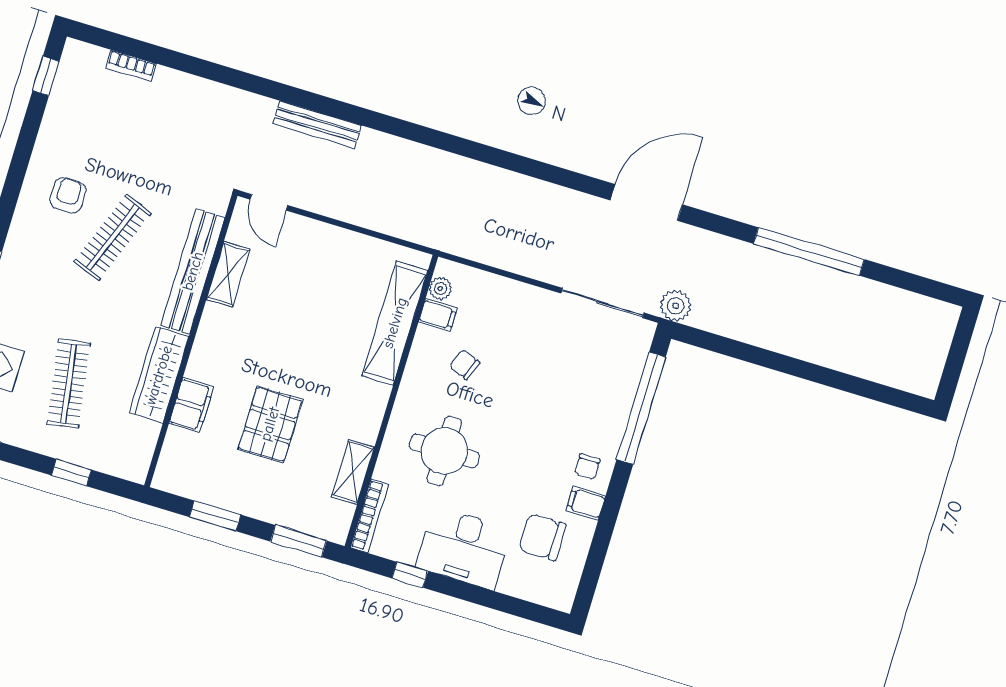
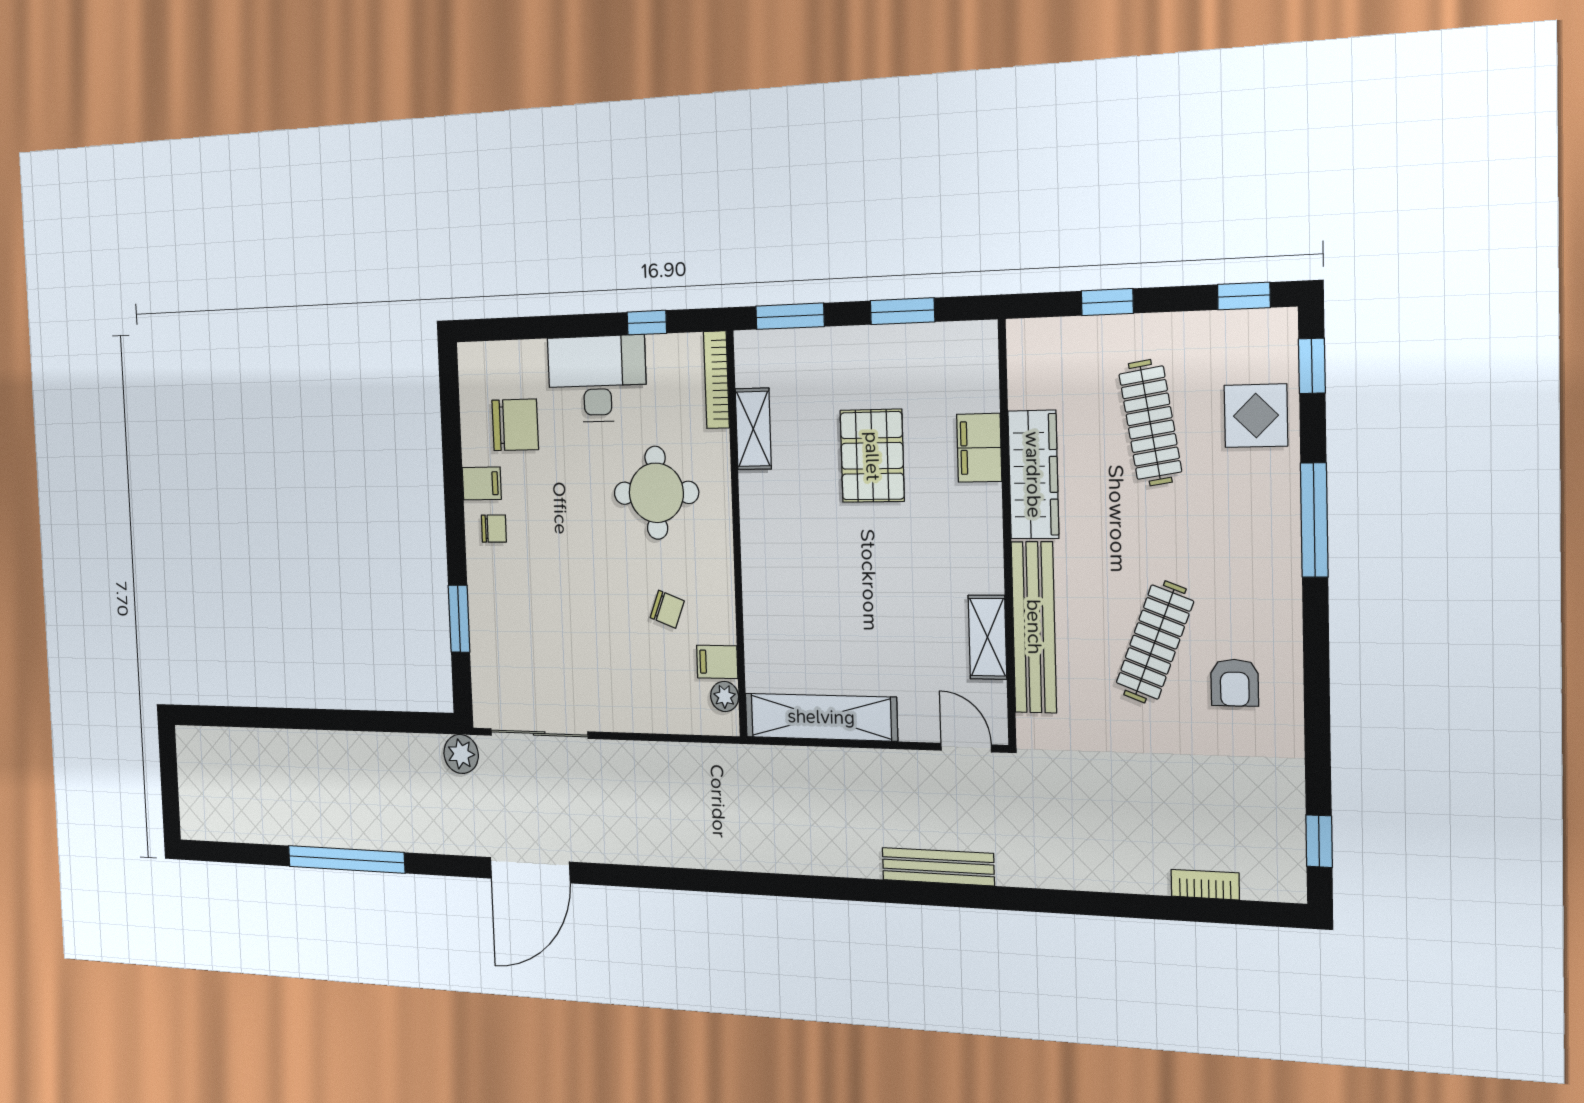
shelving: (395, 323) -> (821, 717), moved, turned 90
window: (641, 408) -> (459, 619), width x0.47
chair: (587, 466) -> (494, 529), turned 90

